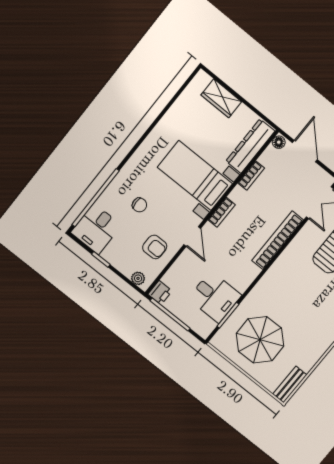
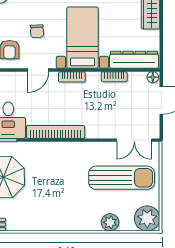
chair: (139, 205) -> (37, 31), moved
bookcase: (278, 240) -> (56, 132), moved

